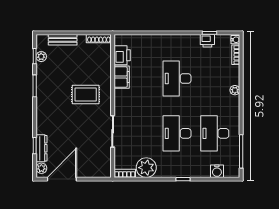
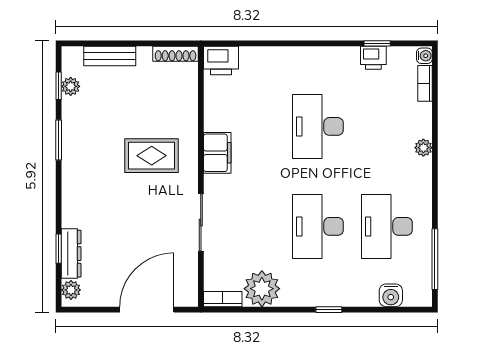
printer: (122, 55) -> (221, 60), moved, turned 90
filing cabinet: (122, 77) -> (217, 153), moved
door: (62, 179) -> (147, 310), moved

